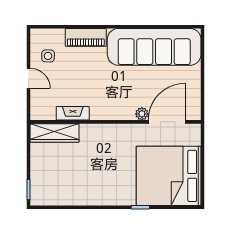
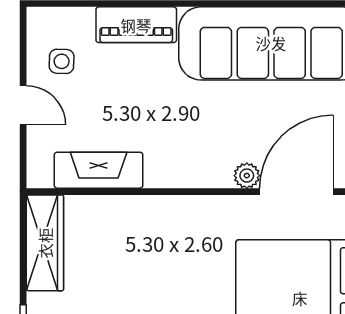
fireplace: (73, 113) -> (99, 170), width x1.37, depth x1.32
wardrobe: (55, 133) -> (45, 243), moved, turned -90

